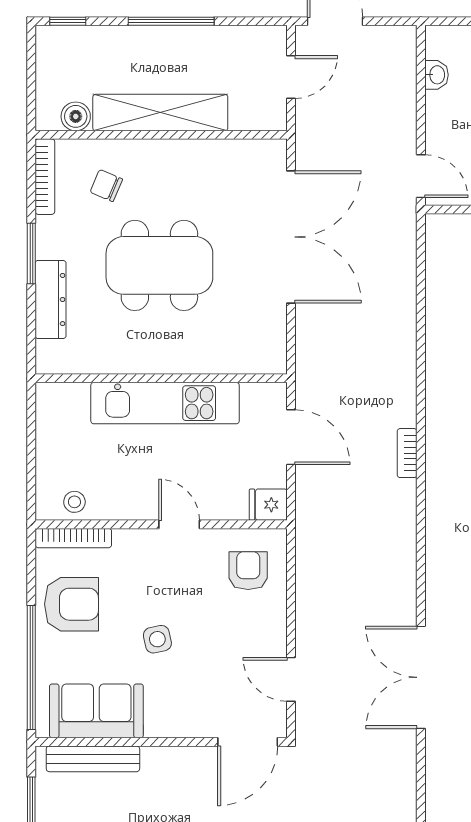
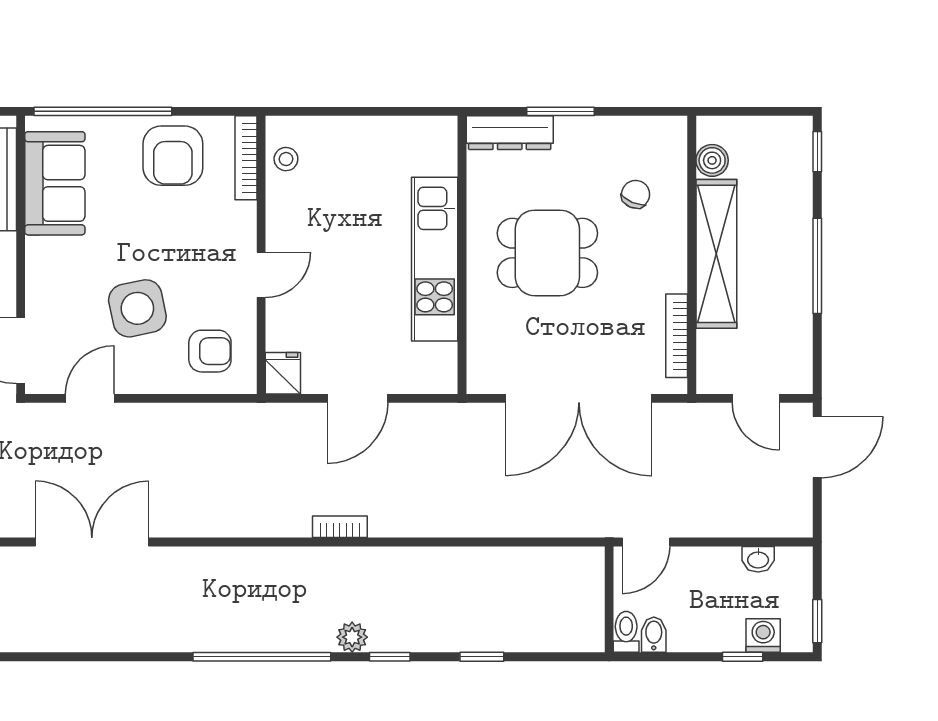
bookcase: (45, 177) -> (677, 336), moved, turned 90
dining table: (159, 265) -> (547, 253), width x0.73
wall: (161, 378) -> (462, 255), moved
kitchen unit: (165, 403) -> (435, 259), moved
side table: (157, 639) -> (137, 308), moved, width x1.87, depth x1.87

